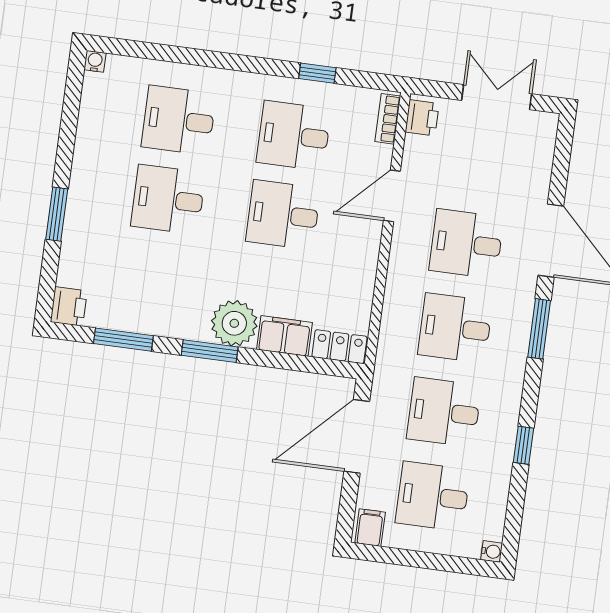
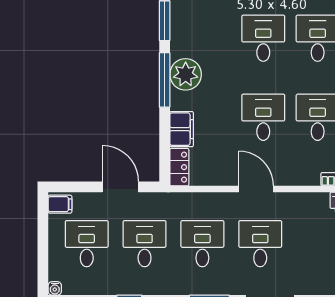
door: (392, 196) -> (256, 189), moved
plant: (234, 323) -> (186, 74), moved
window: (210, 351) -> (165, 80), width x1.44
door: (357, 436) -> (120, 187), width x0.73

